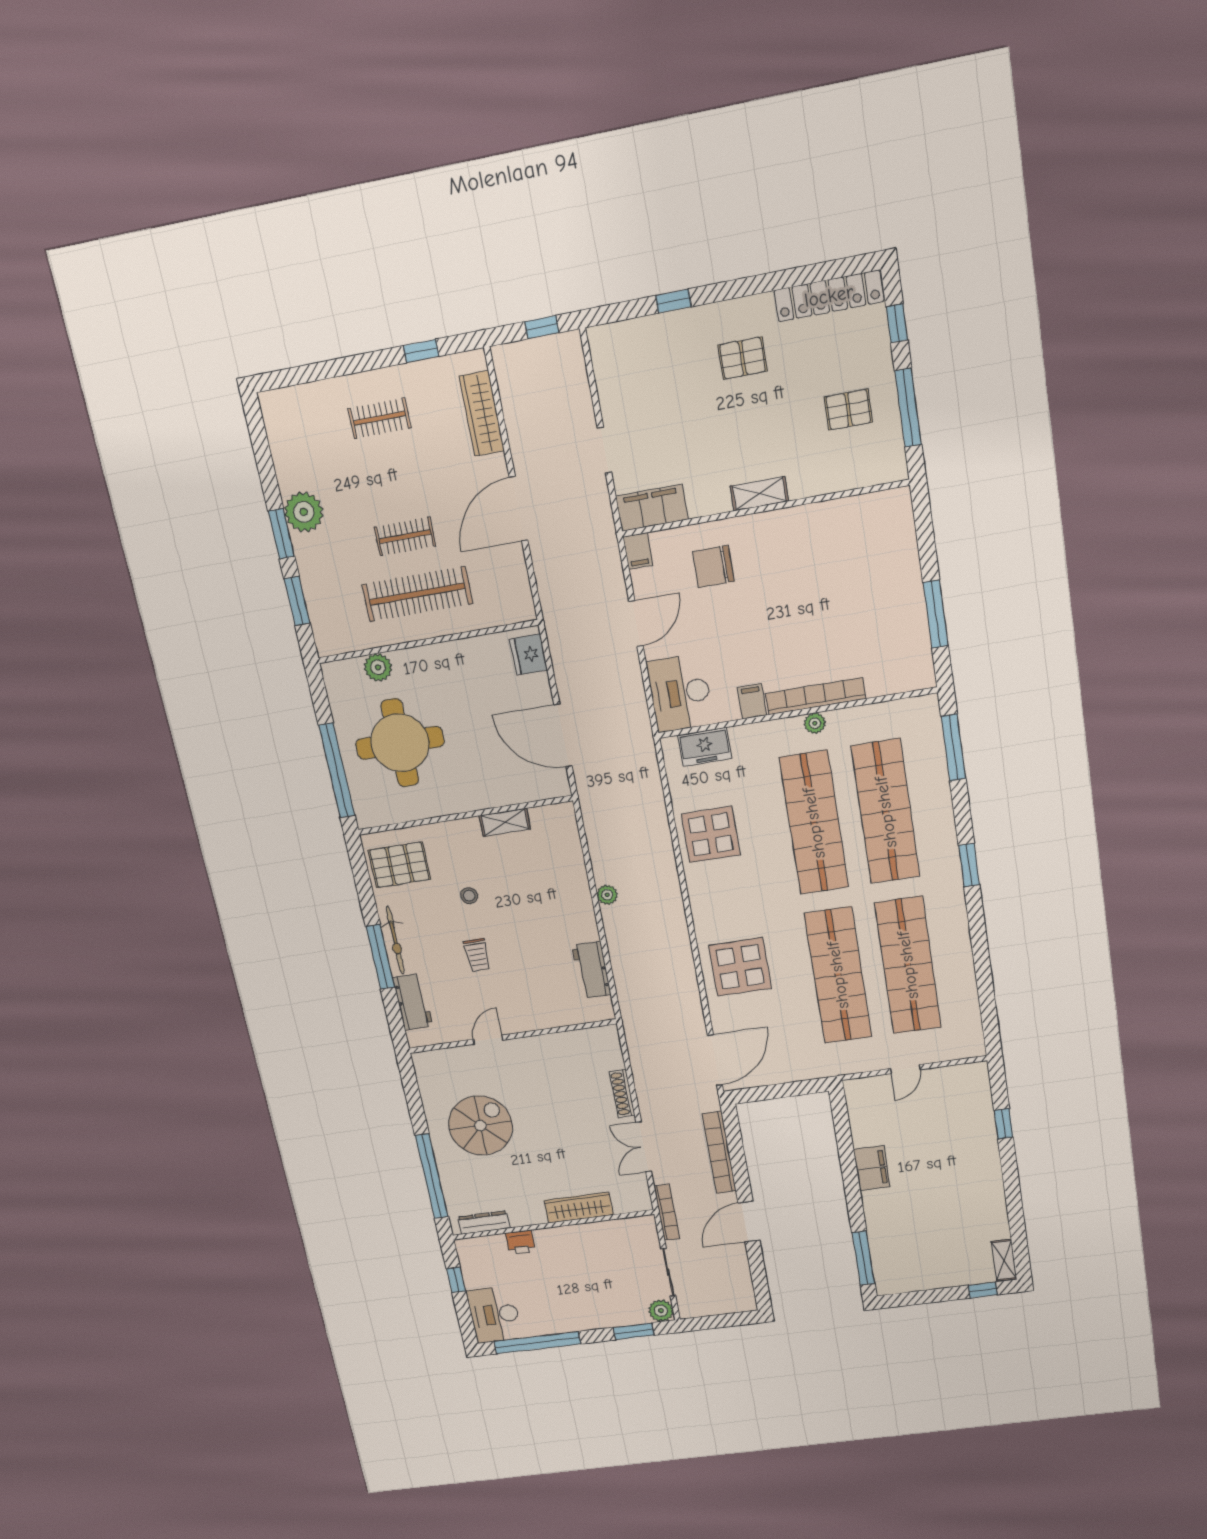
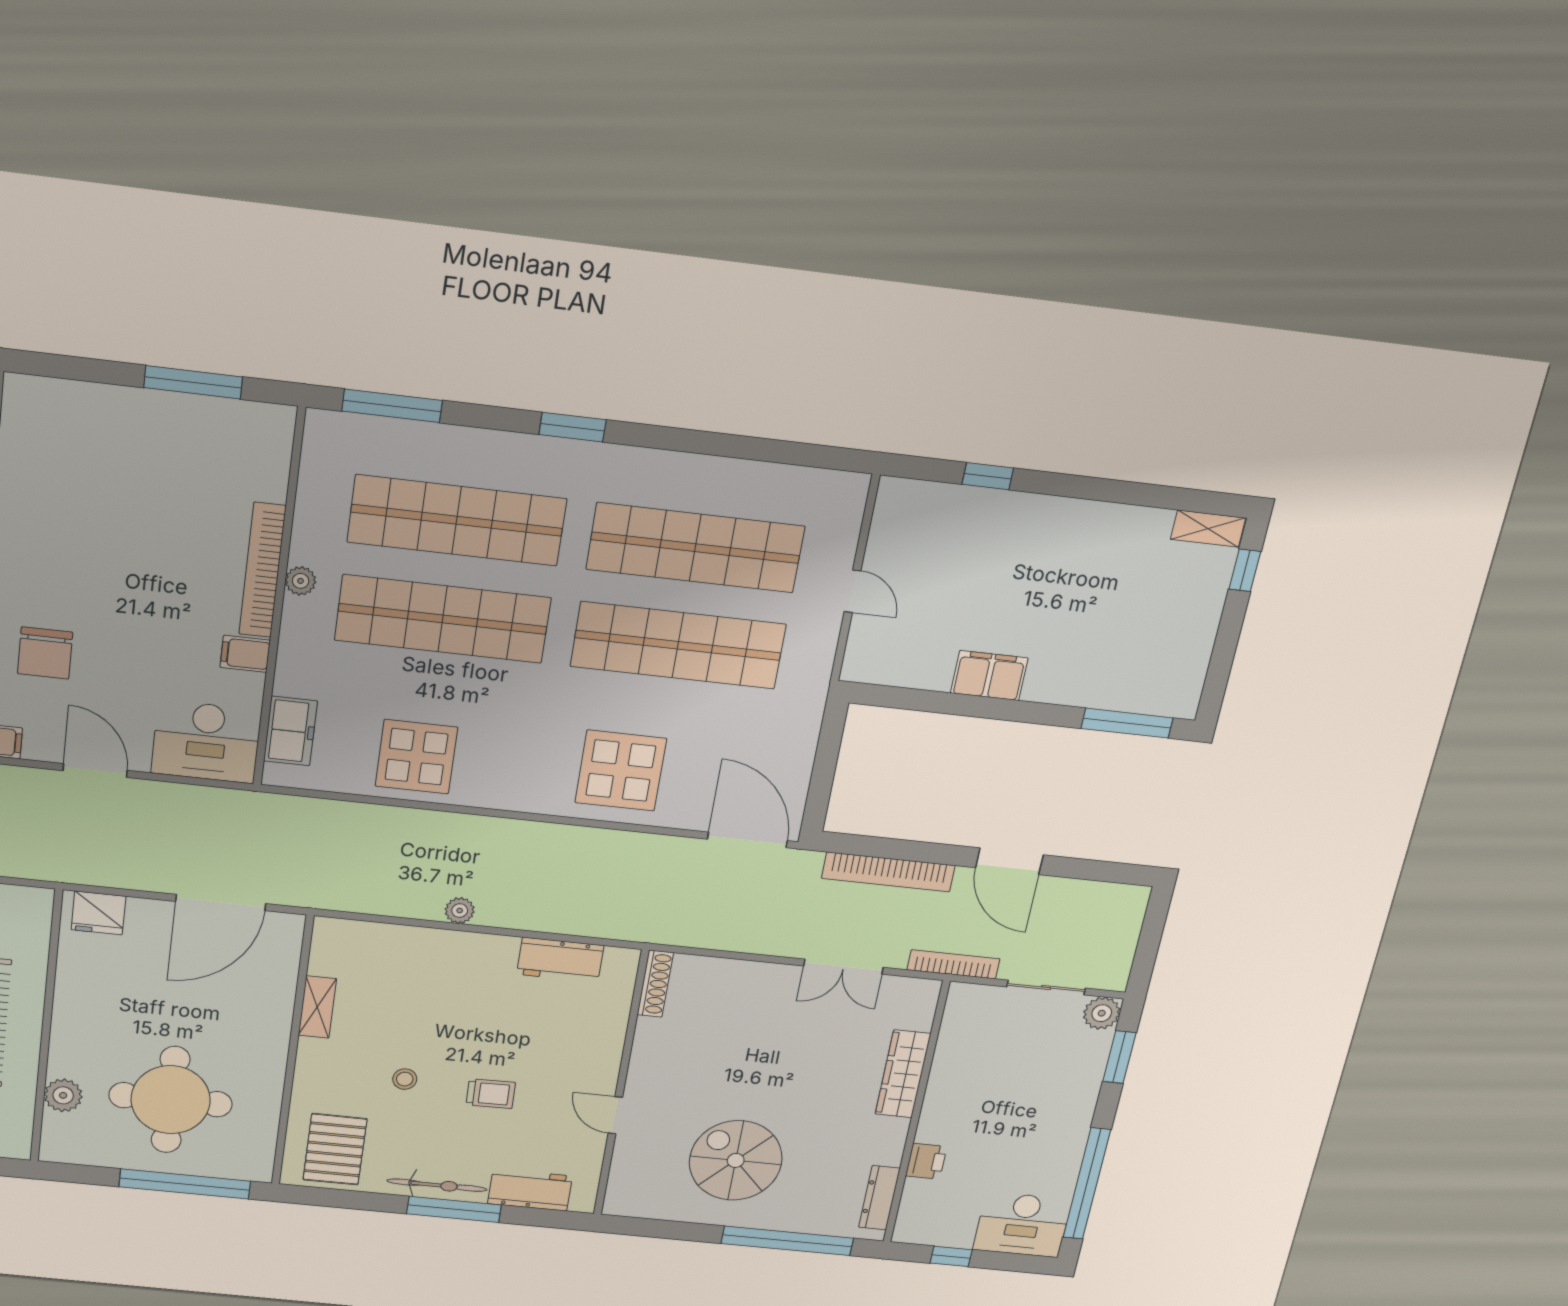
shoe rack: (622, 1094) -> (655, 984), moved, turned -90

